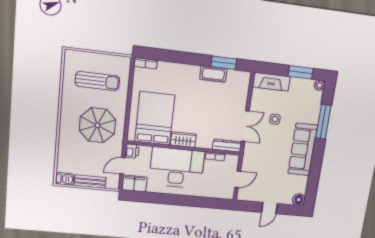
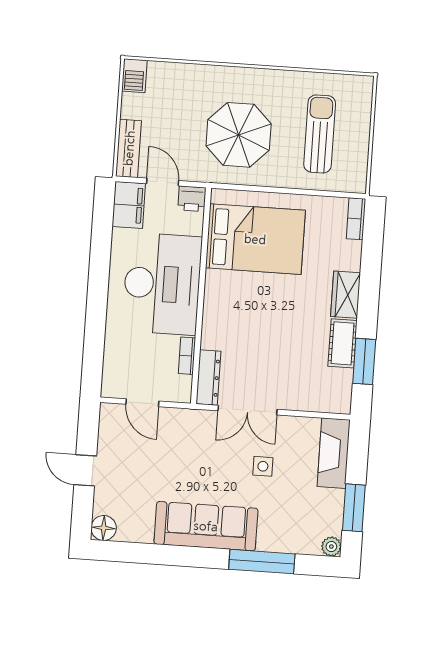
sun lounger: (97, 81) -> (320, 134), turned 180
wardrobe: (183, 140) -> (346, 295), moved, turned 180
bench: (90, 182) -> (129, 148), moved

